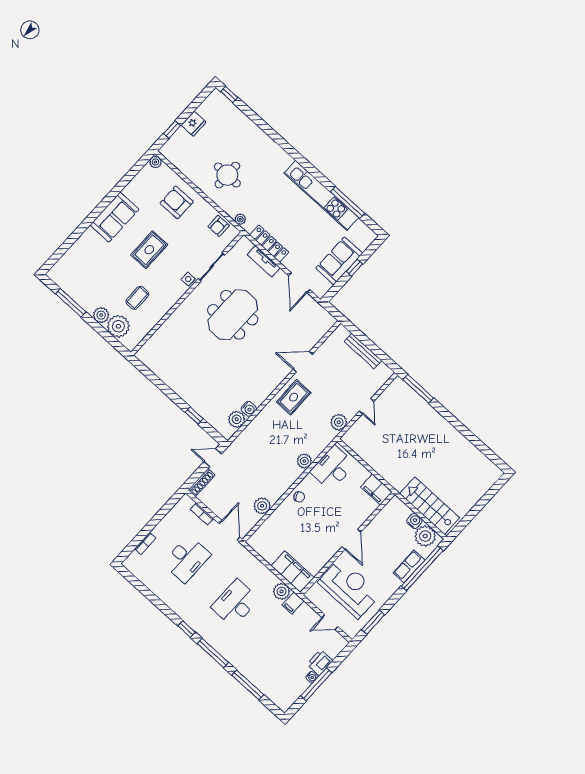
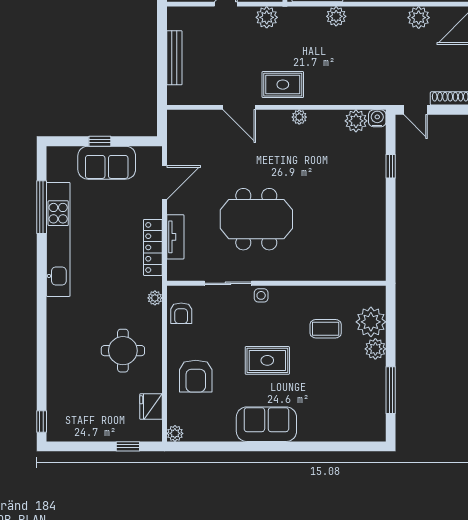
fridge: (194, 124) -> (151, 407), moved, turned -90
armchair: (219, 226) -> (181, 313), turned 90
plant: (267, 390) -> (299, 117), added
water cooler: (249, 409) -> (377, 118), moved

